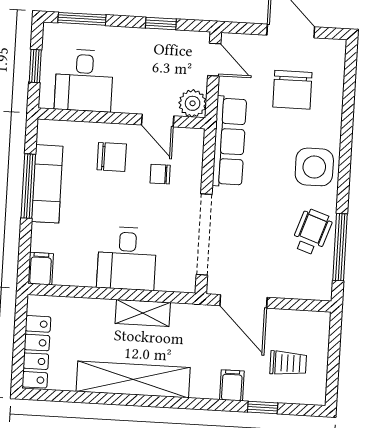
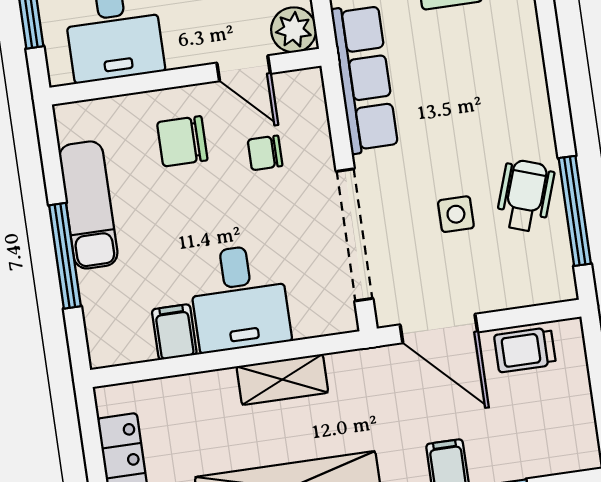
chair: (112, 157) -> (182, 141), turned 180
side table: (314, 167) -> (456, 214), moved, width x0.54, depth x0.54
window: (28, 186) -> (65, 256), moved
filing cabinet: (41, 269) -> (174, 332), moved
trolley: (288, 363) -> (525, 350), moved, turned 180

